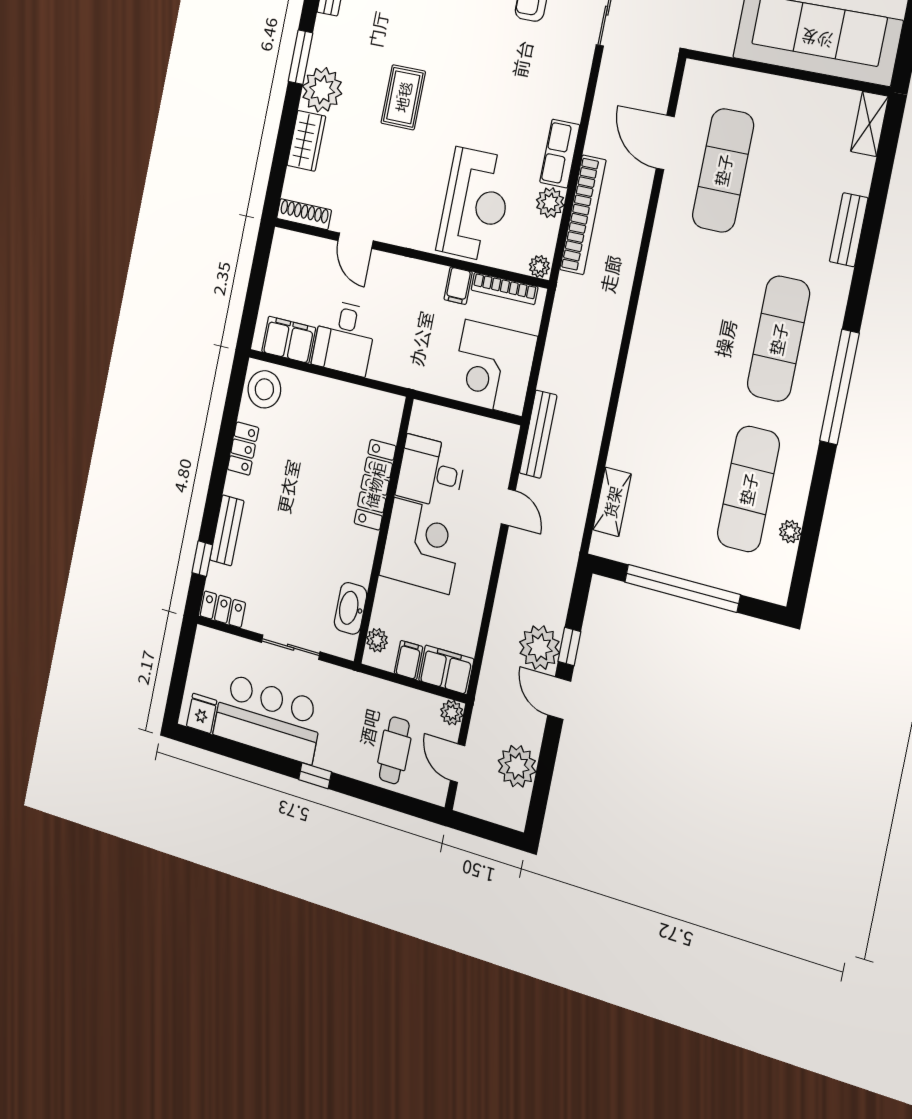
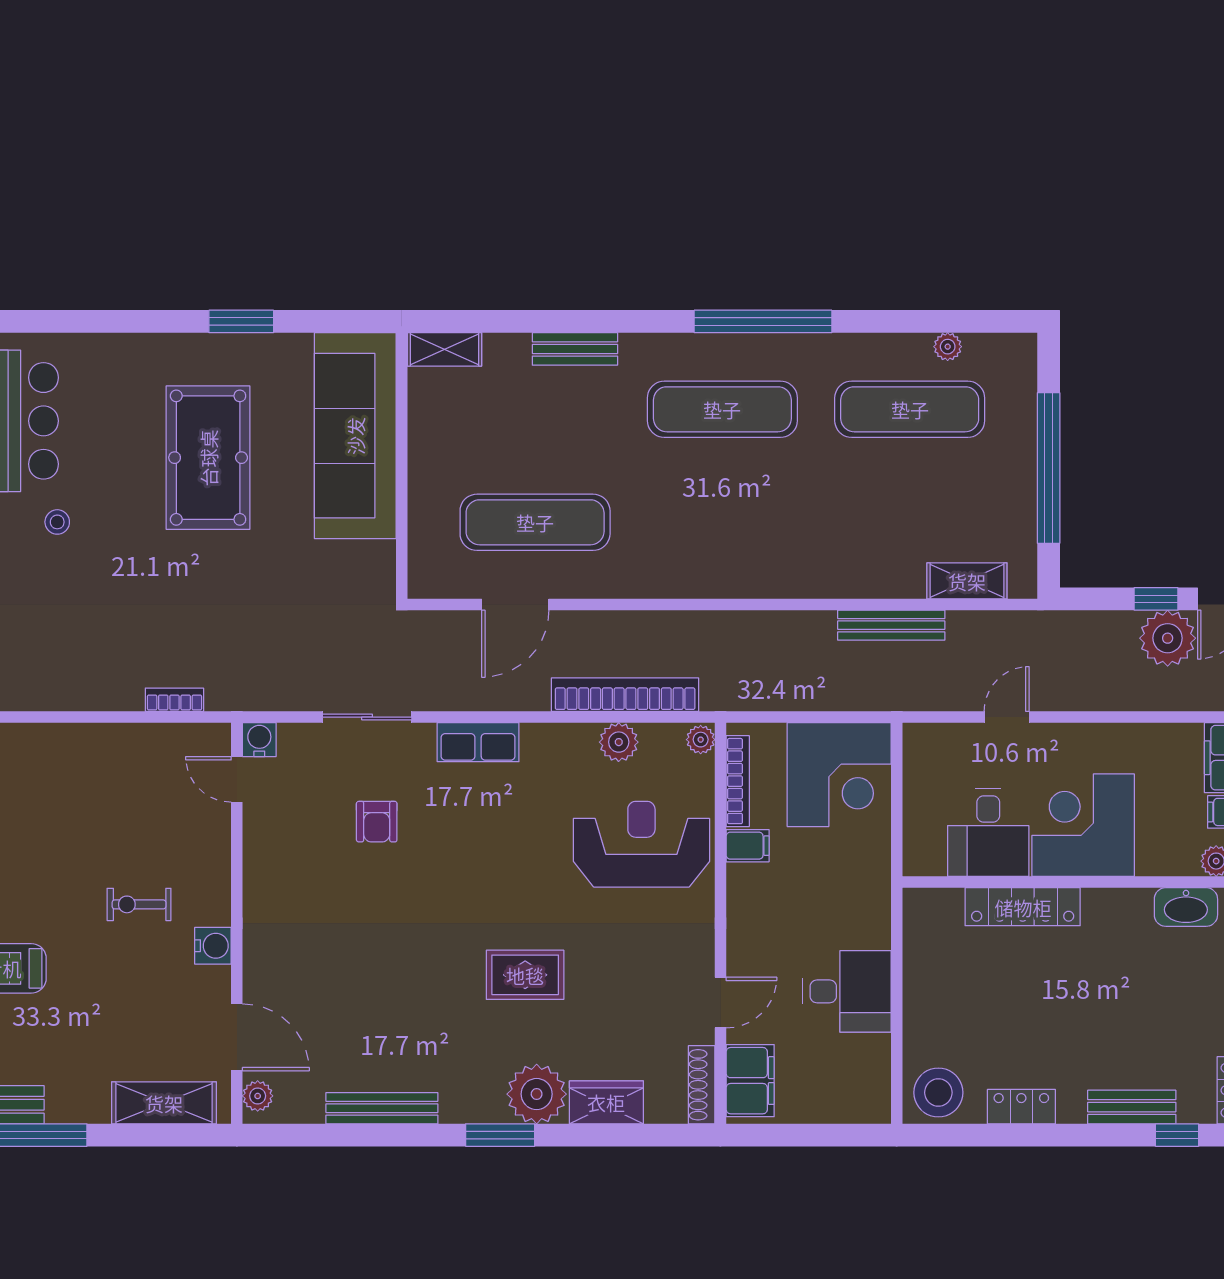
row of seats: (560, 154) -> (478, 742), moved
filing cabinet: (289, 340) -> (750, 1081), moved, turned 180
bench: (538, 434) -> (891, 625), moved

